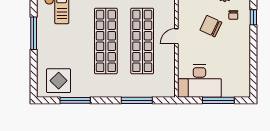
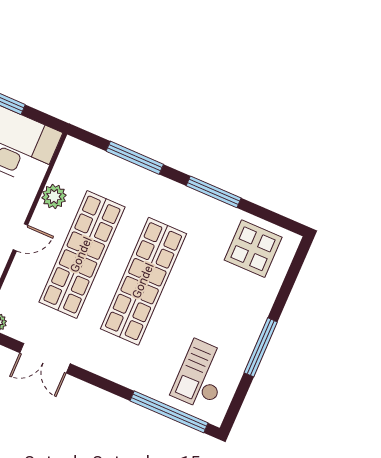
plant: (168, 64) -> (54, 197), added
window: (75, 100) -> (214, 192), moved

